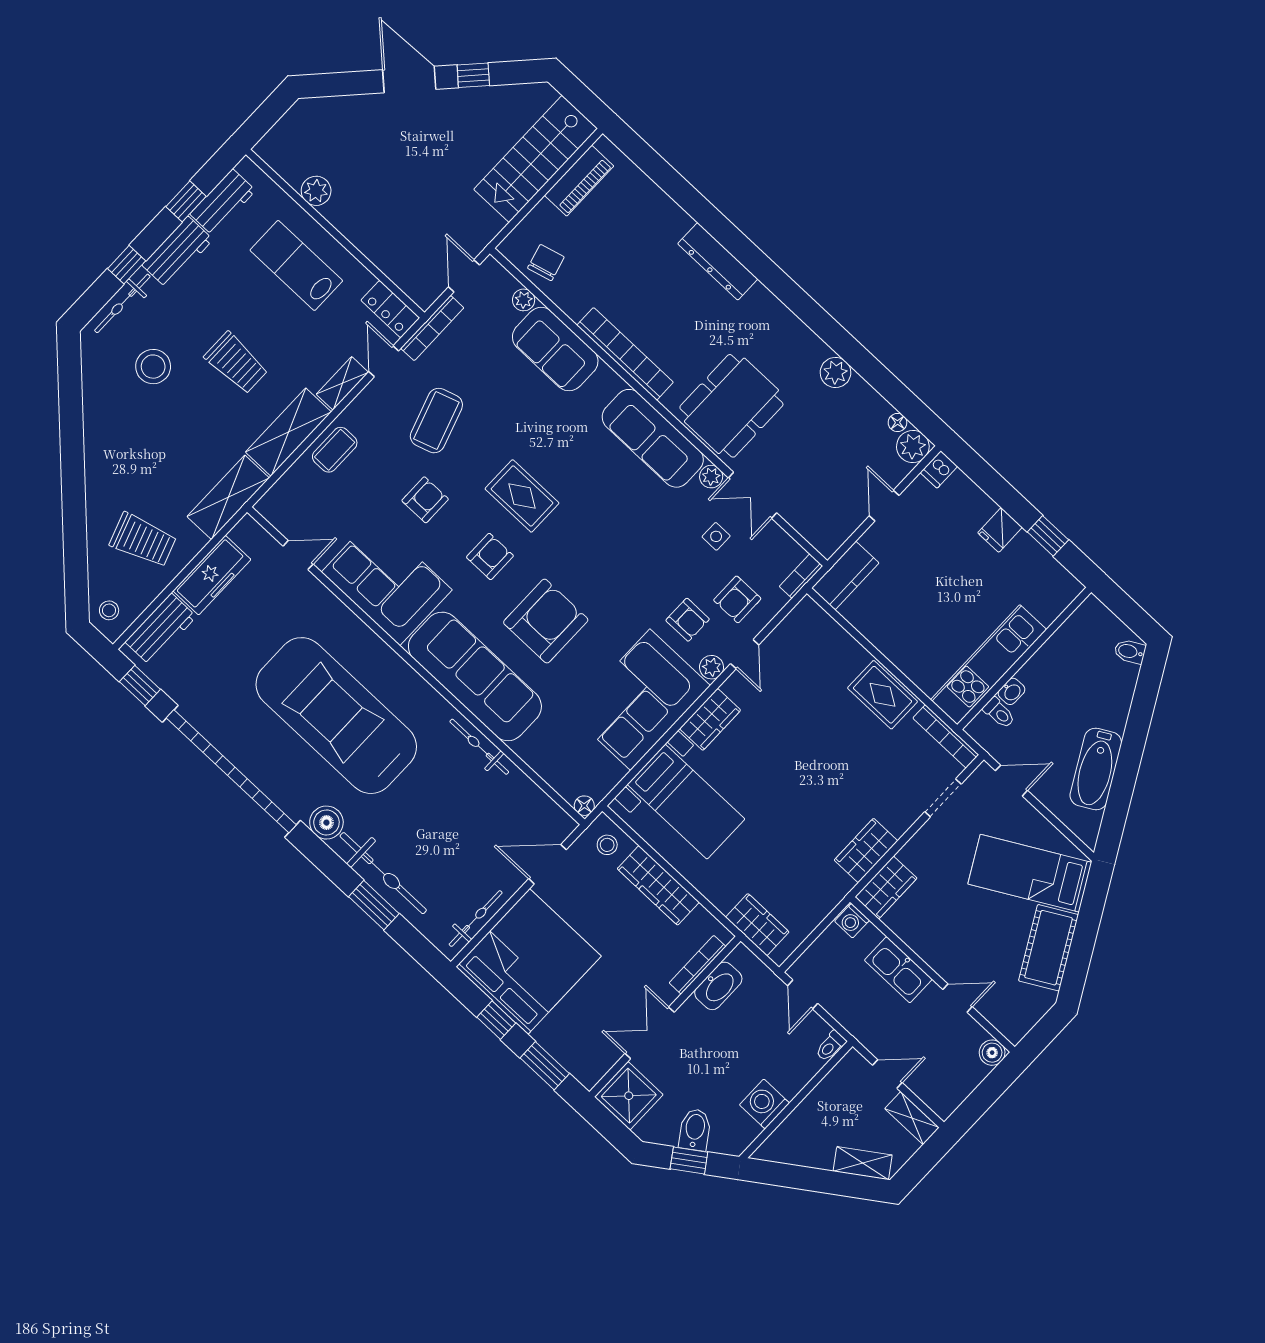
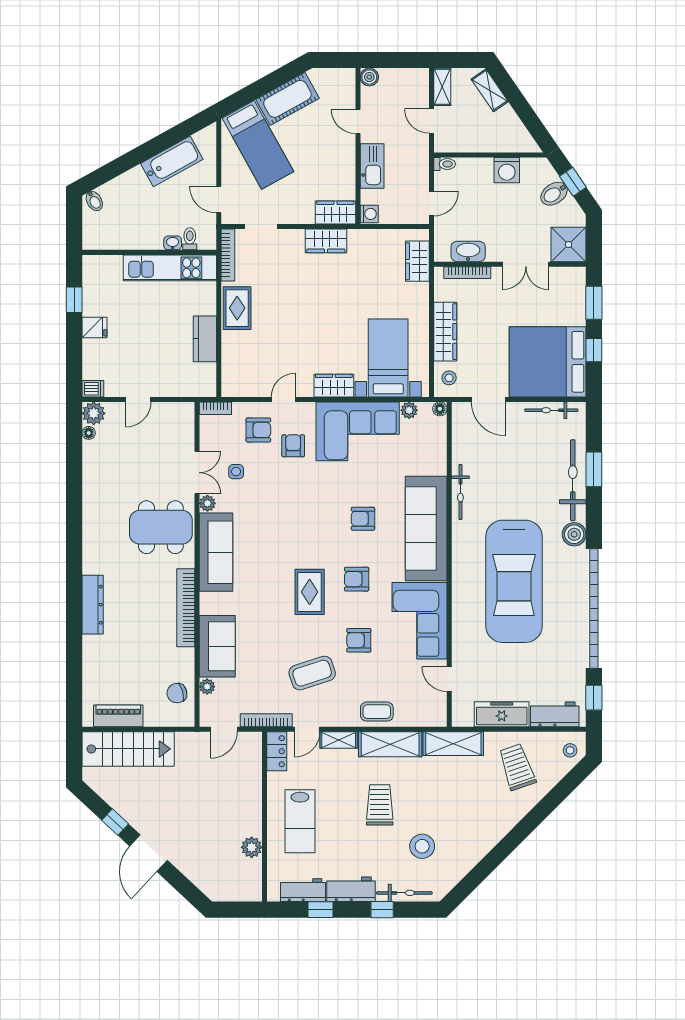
plant: (835, 372) -> (93, 489), removed
kitchen counter: (845, 576) -> (205, 339), moved, turned -90
armchair: (546, 621) -> (363, 519), width x0.53, depth x0.53
plant: (712, 667) -> (409, 410), moved

